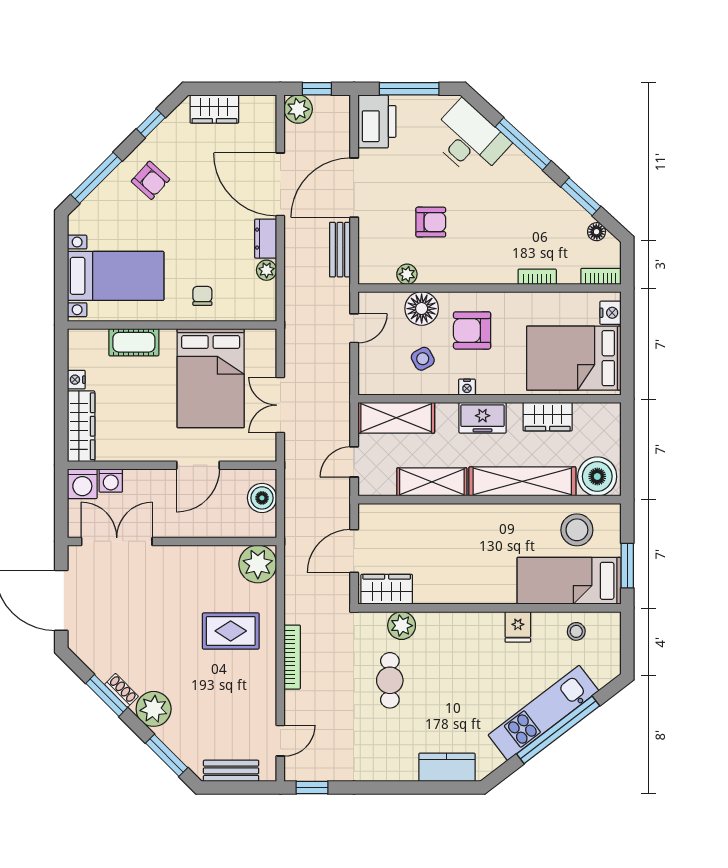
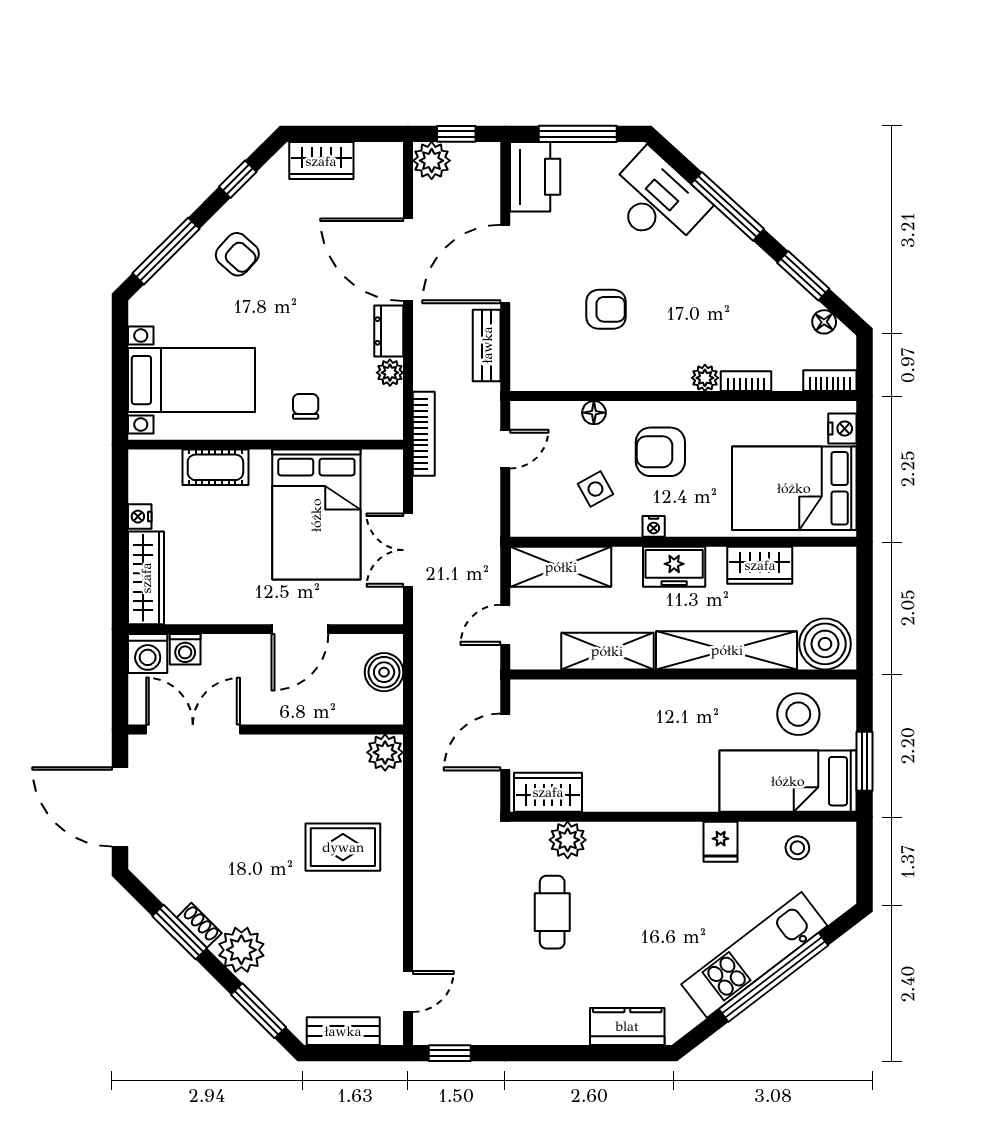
plant: (407, 274) -> (705, 378), moved
floor lamp: (422, 309) -> (594, 413), width x0.53, depth x0.53
plant: (258, 564) -> (385, 752), width x0.73, depth x0.73
bookcase: (292, 657) -> (424, 434), moved

